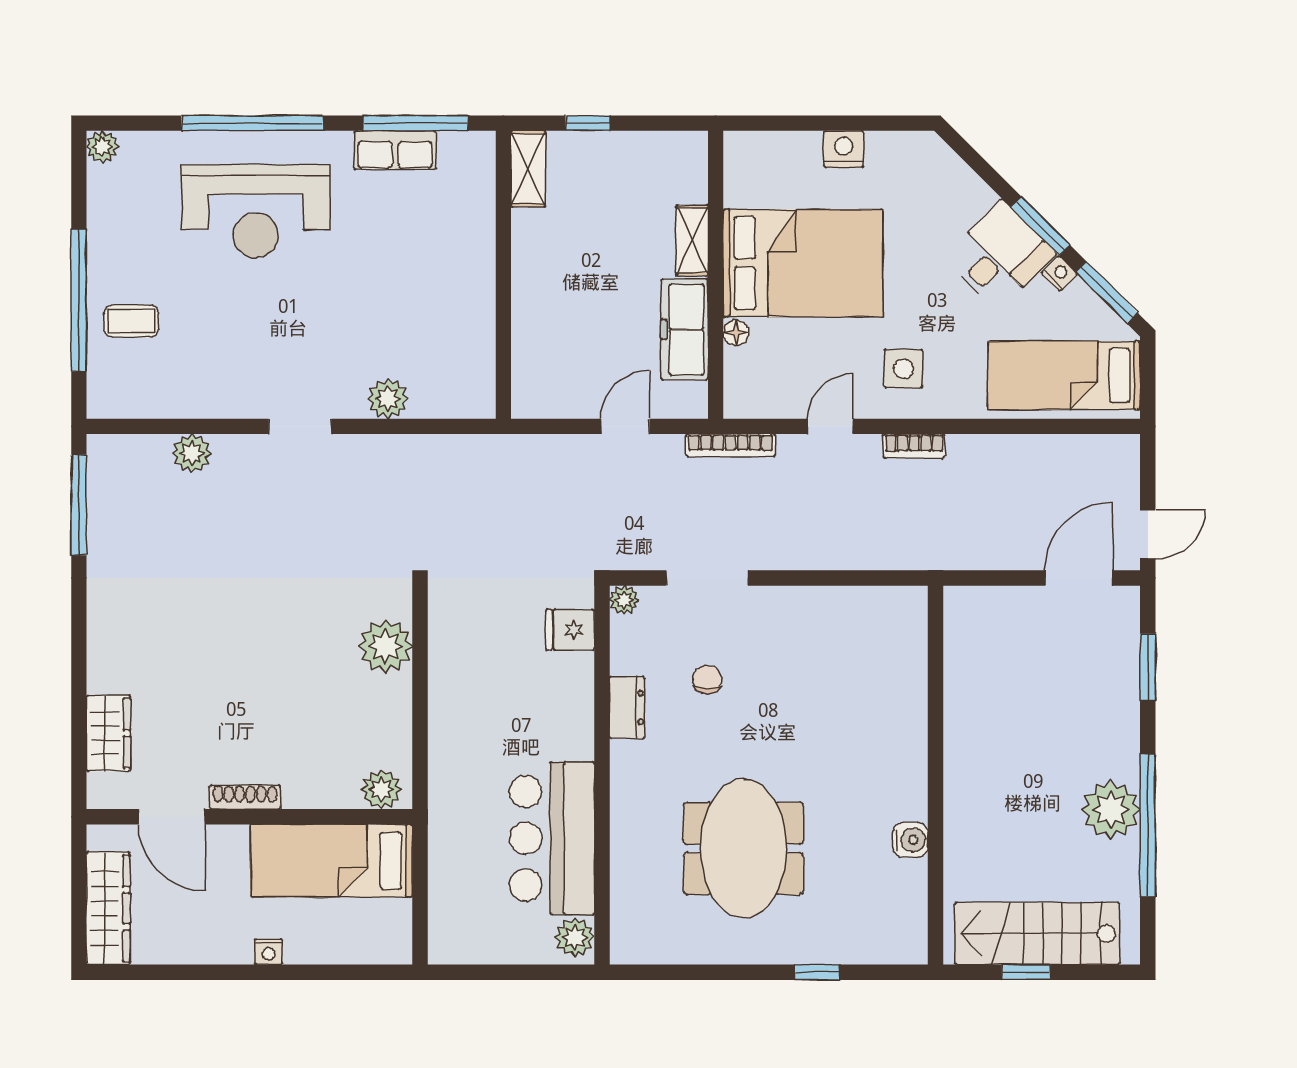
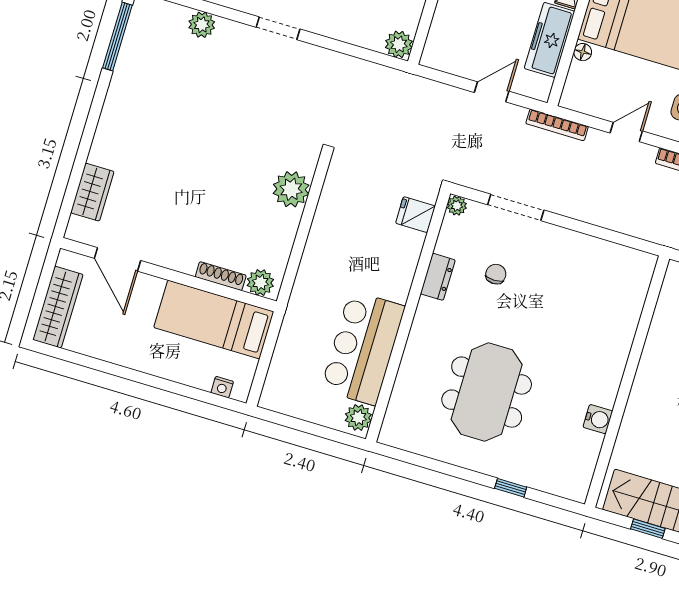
plant: (388, 399) -> (399, 44), moved
shoe rack: (245, 797) -> (221, 276), moved
nightstand: (269, 952) -> (222, 387), moved

